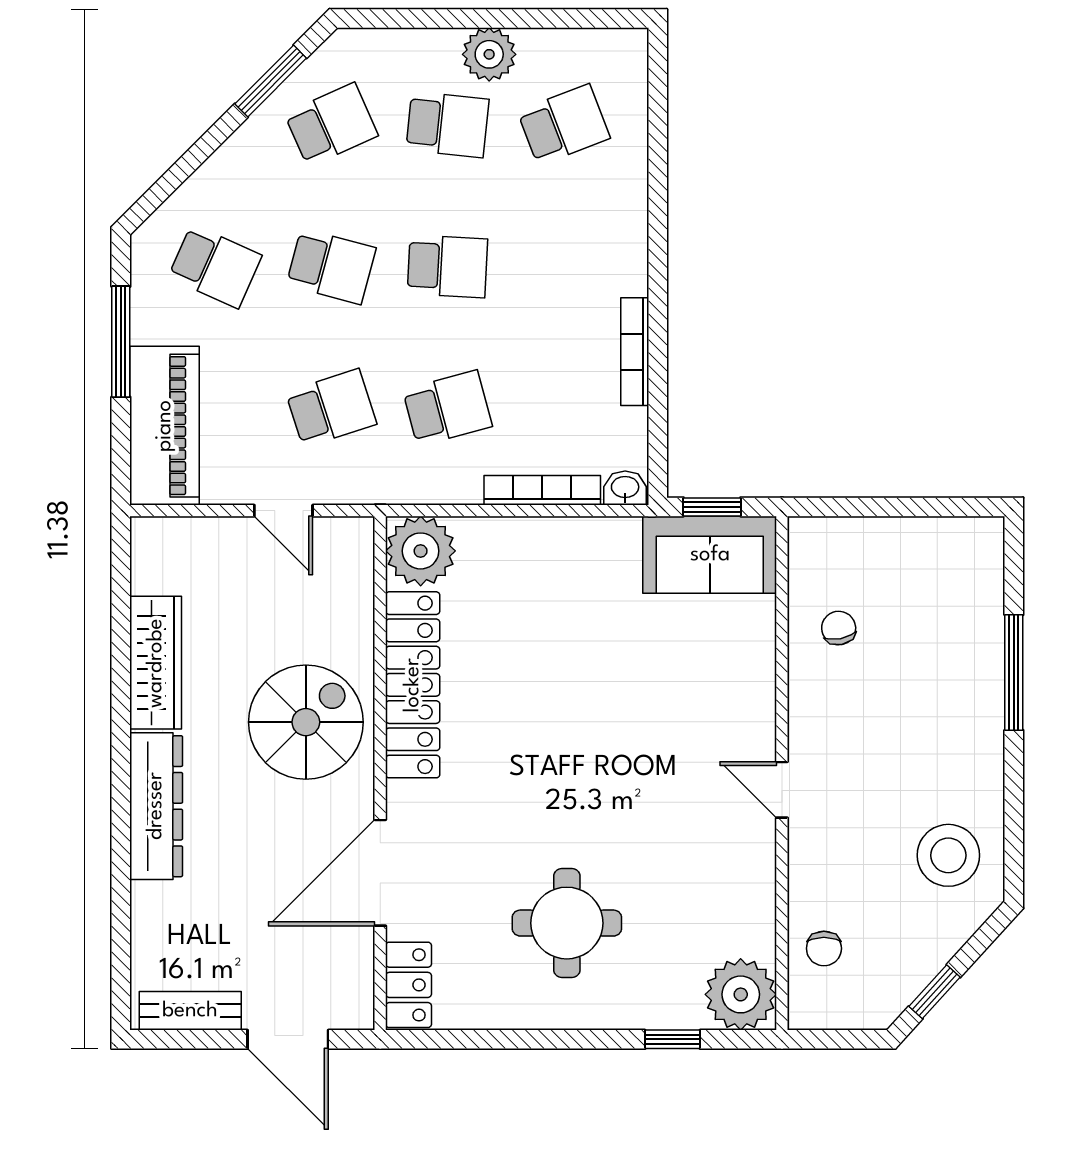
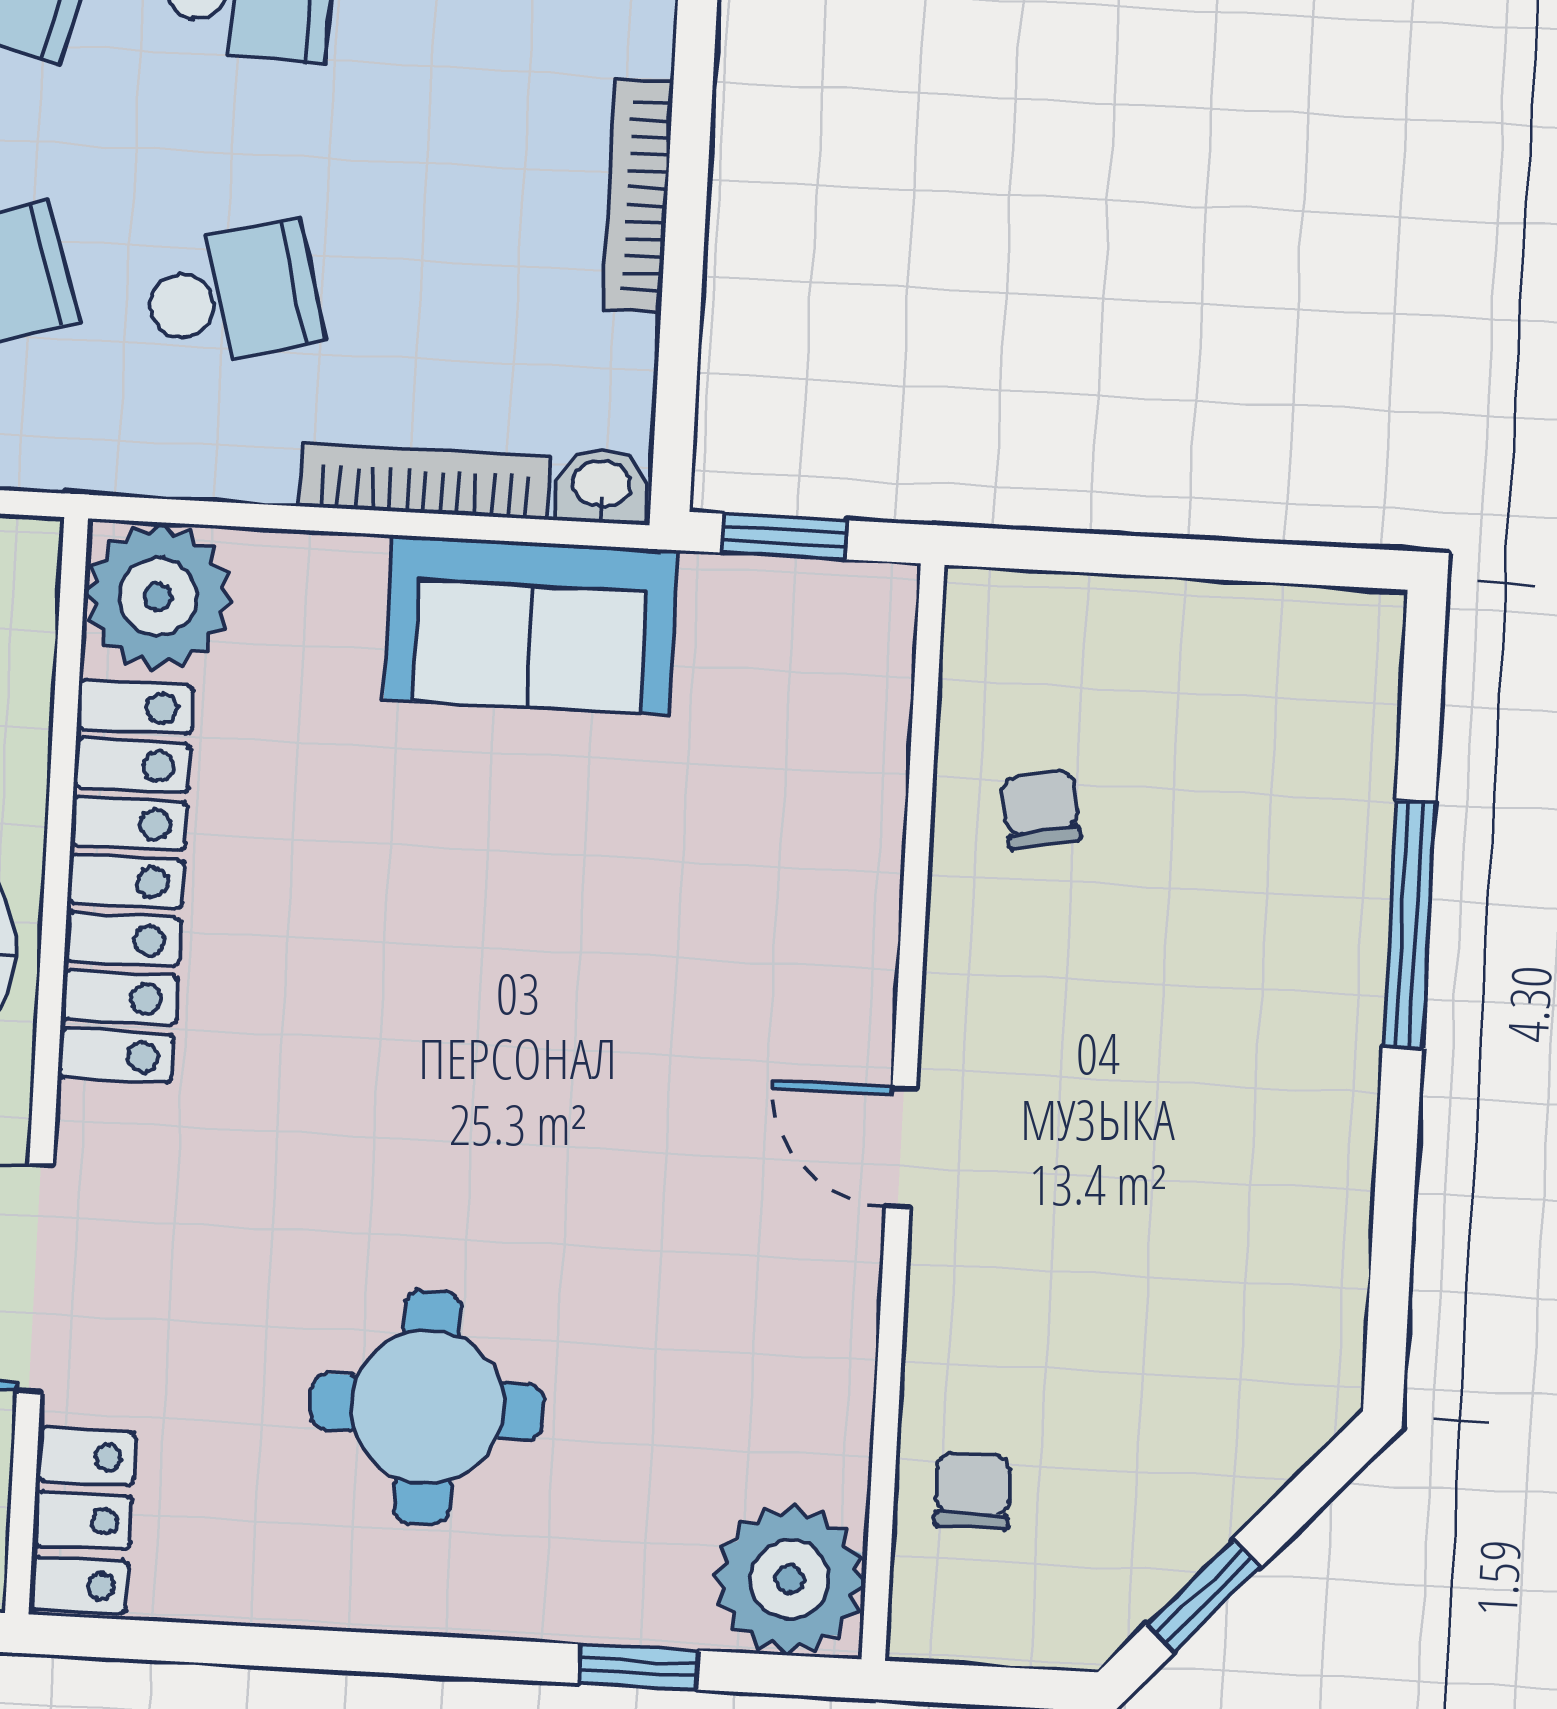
sofa: (710, 555) -> (531, 625), moved
stool: (948, 855) -> (1248, 1307), removed
chair: (824, 948) -> (972, 1491), turned 180

